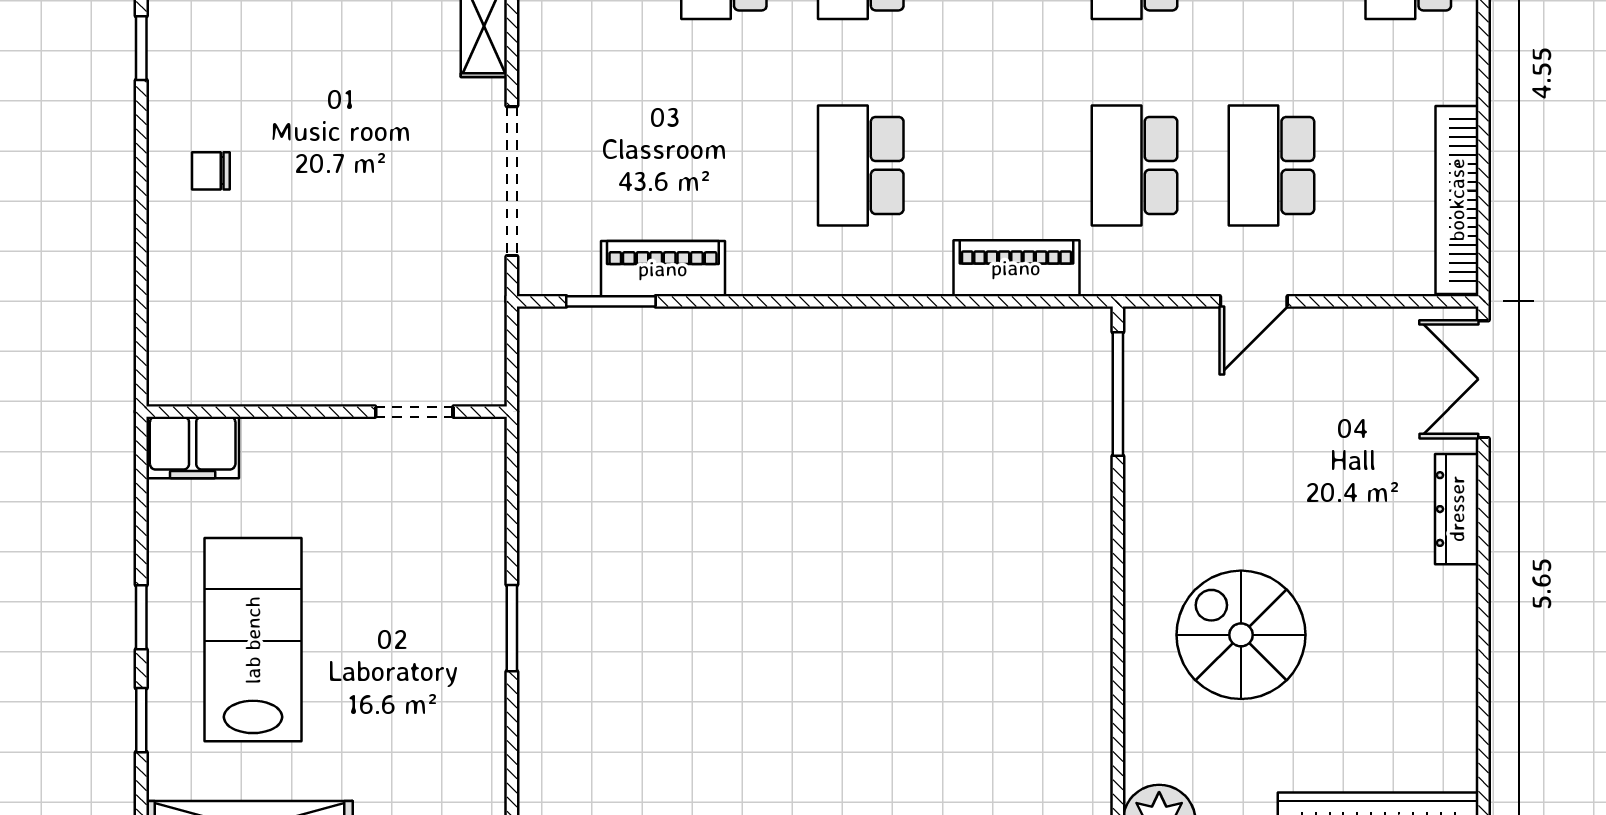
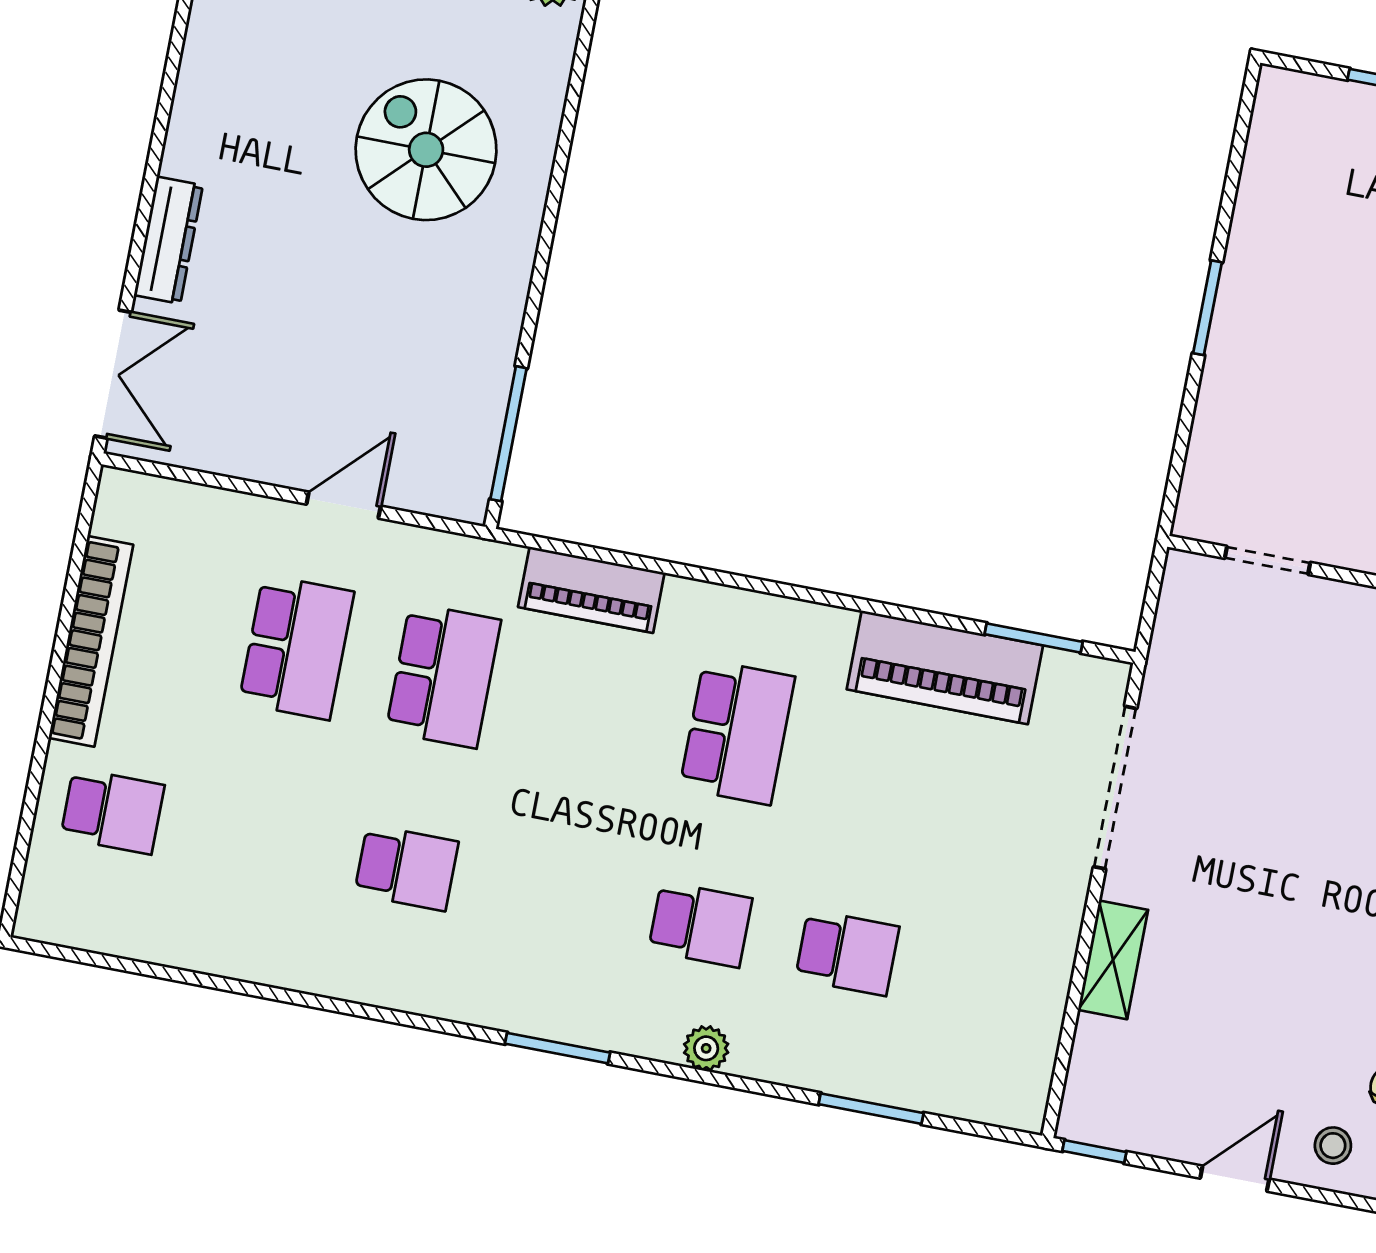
bookcase: (1457, 200) -> (91, 641), moved
piano: (663, 269) -> (945, 667), width x1.37, depth x1.33
spiral stairs: (1241, 635) -> (426, 150), turned 180

